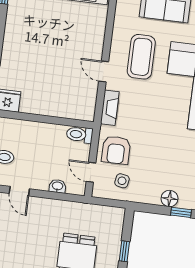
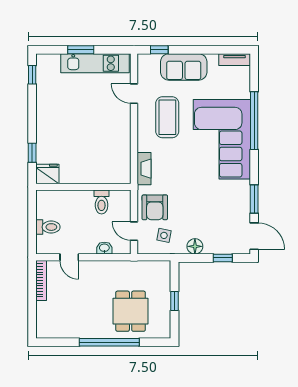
door: (104, 71) -> (134, 94), moved
toilet: (80, 135) -> (102, 202), moved, turned -90
floor lamp: (170, 199) -> (195, 246), moved

